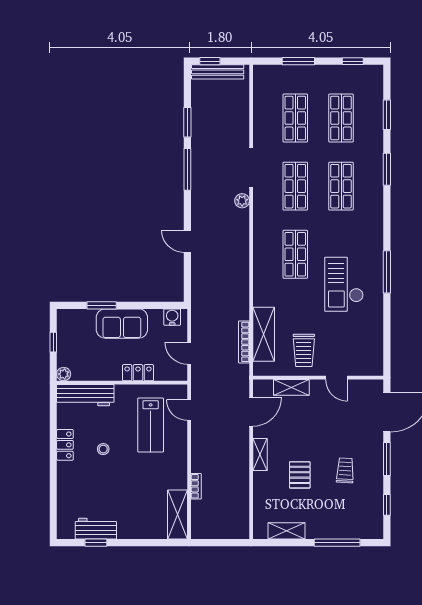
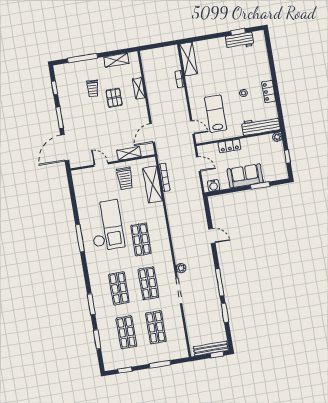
checkout: (344, 284) -> (106, 225), width x1.36, depth x1.21
trolley: (304, 350) -> (125, 178), turned 180
shelving: (260, 454) -> (139, 88), moved
trolley: (345, 470) -> (93, 88), moved

